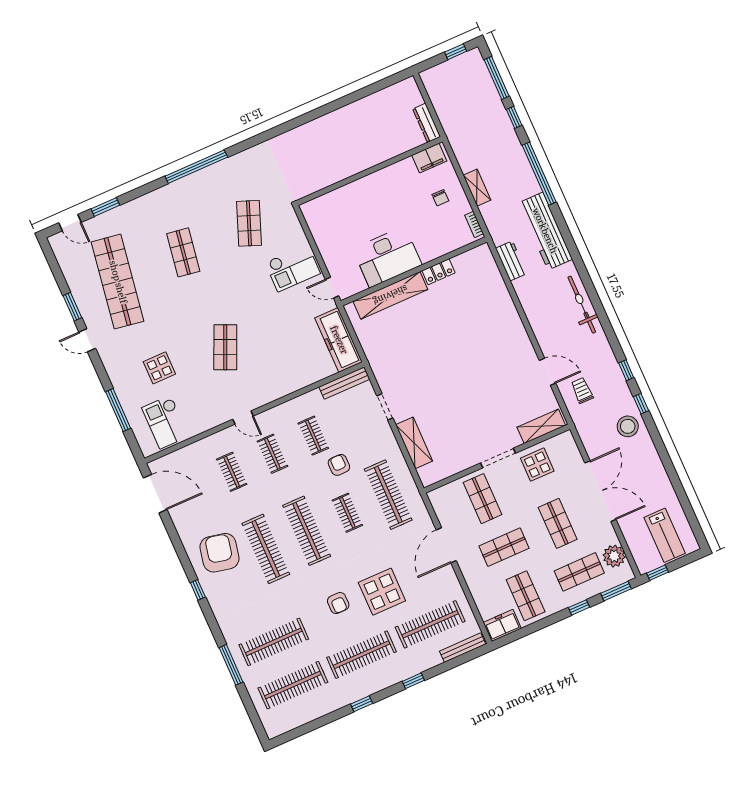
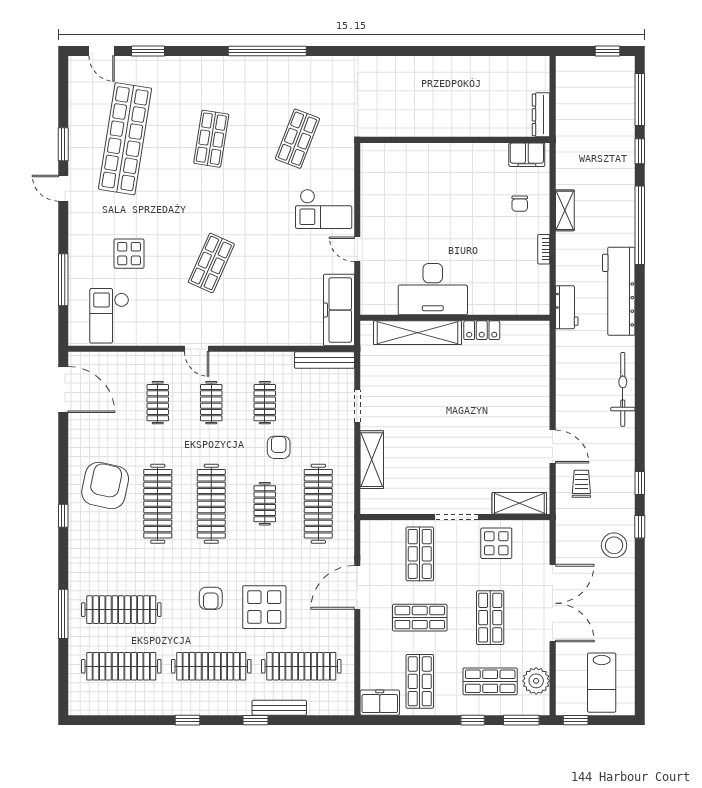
desk: (387, 257) -> (433, 289), moved
wall: (414, 271) -> (455, 318), moved
locker: (439, 272) -> (482, 330), moved
shelving: (390, 295) -> (417, 333), moved
bench: (463, 648) -> (279, 708), moved

